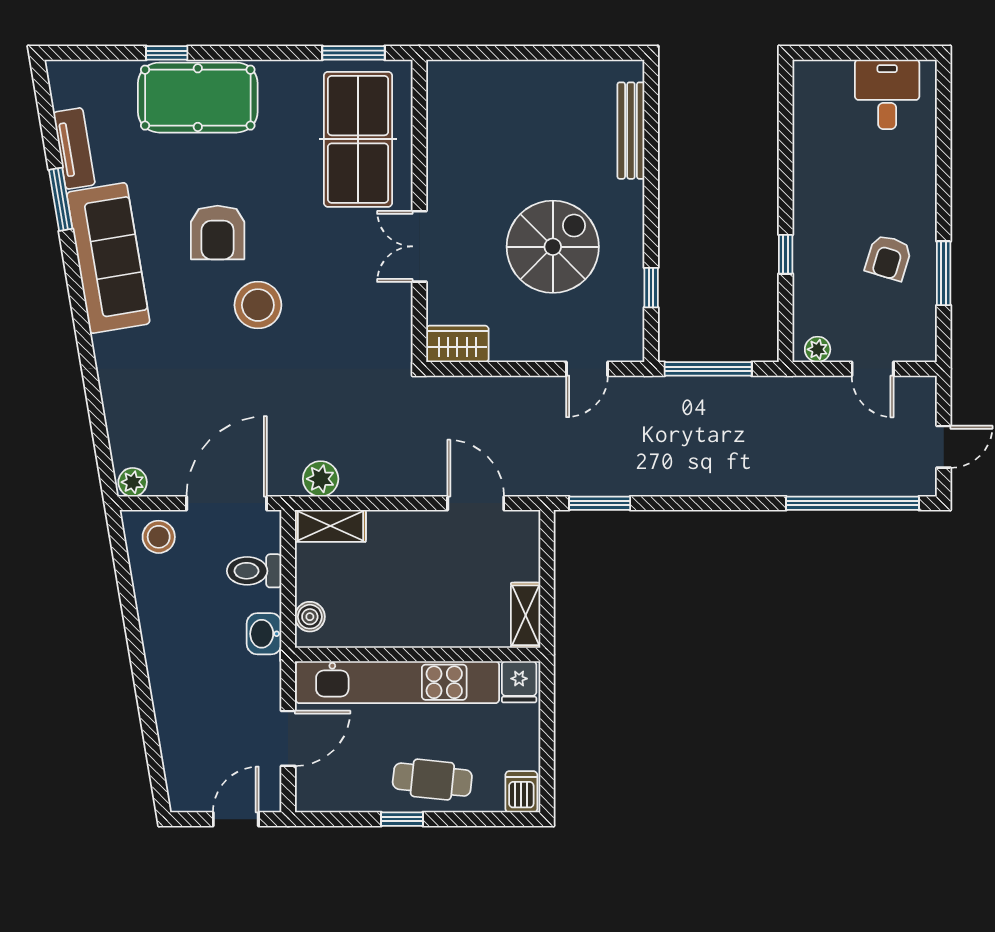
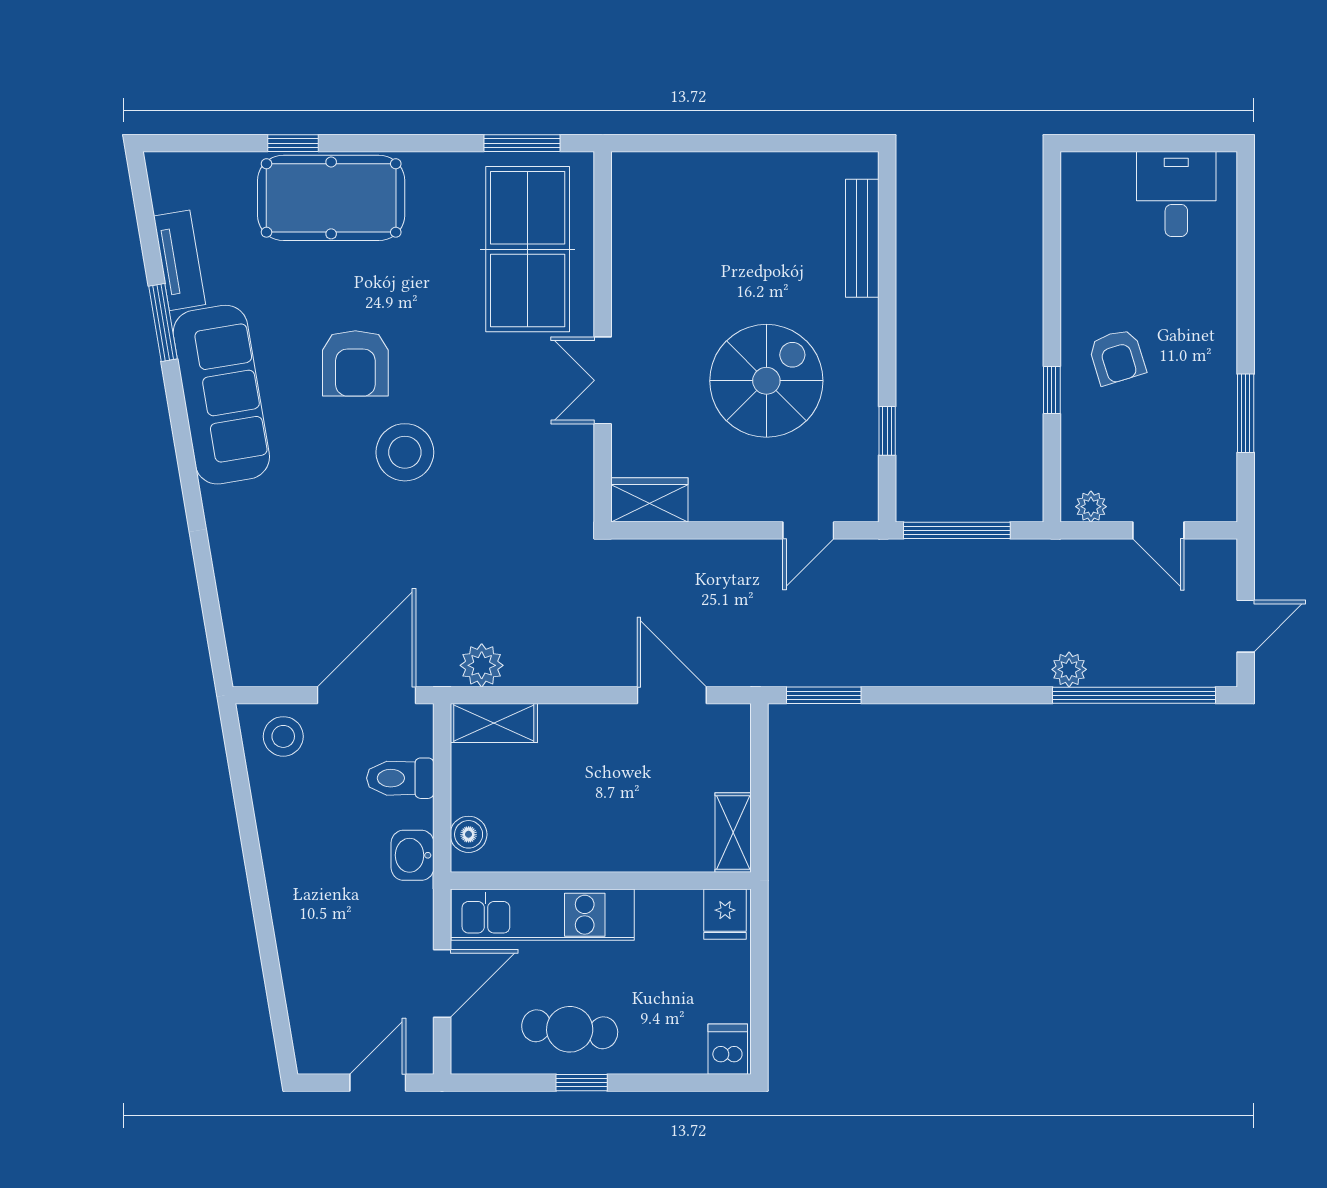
armchair: (888, 258) -> (1117, 357), moved, turned -34
plant: (133, 482) -> (1069, 669), moved
kitchen unit: (397, 682) -> (543, 915), width x0.73
cafe table: (432, 780) -> (570, 1029), moved

